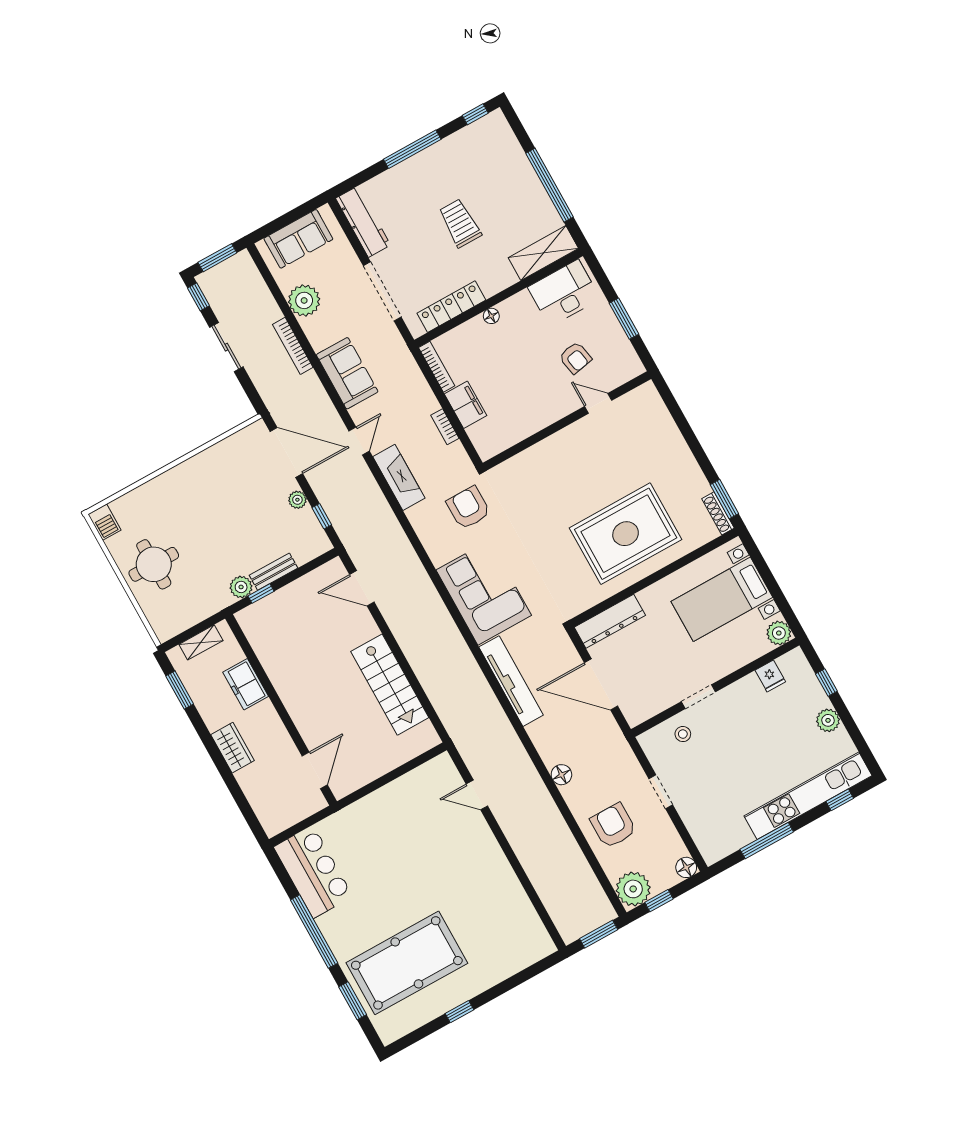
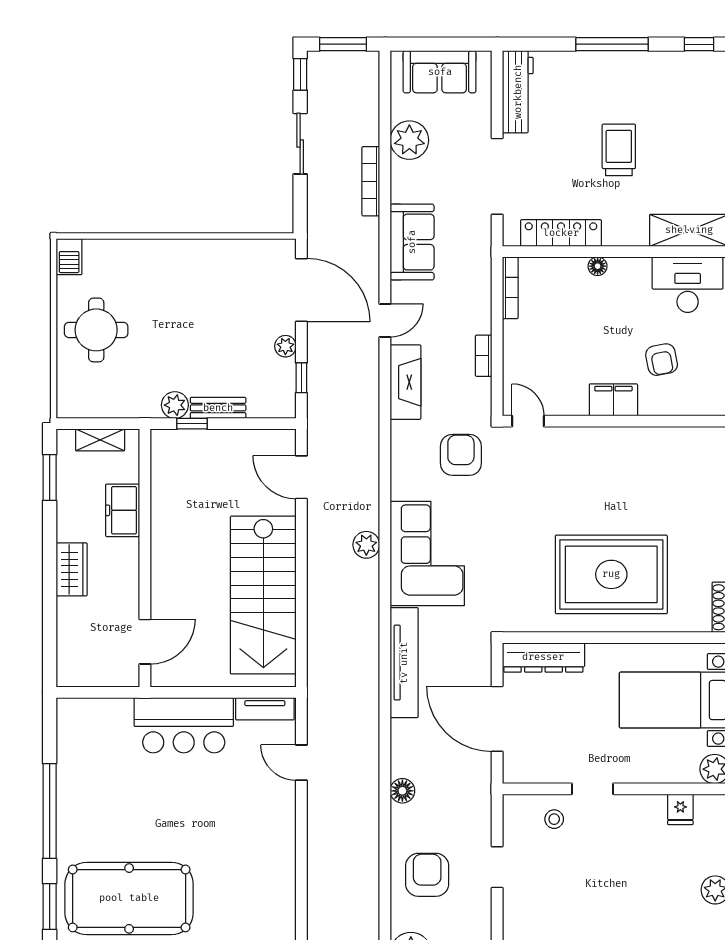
door: (598, 403) -> (528, 421), moved
filing cabinet: (466, 405) -> (613, 400), moved, turned -90
plant: (436, 611) -> (366, 545), added
stairs: (390, 685) -> (263, 595), width x1.36, depth x1.51
tv unit: (429, 771) -> (265, 709), added
bar counter: (313, 872) -> (184, 725), moved, turned 90

